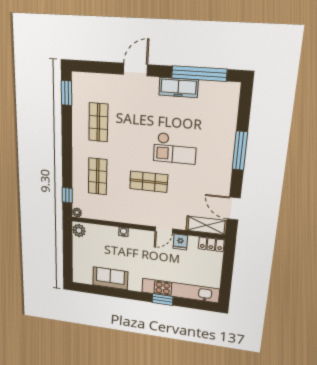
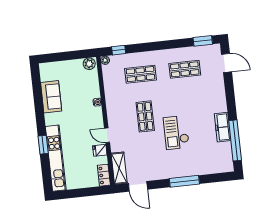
door: (135, 70) -> (226, 63), moved
door: (234, 209) -> (138, 186), swing flipped

